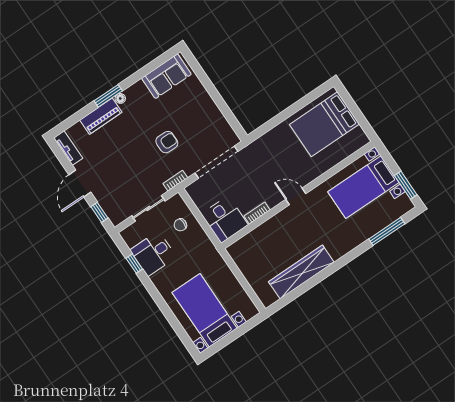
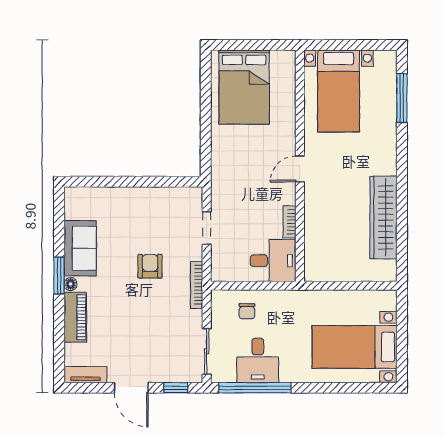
sofa: (166, 76) -> (80, 248), moved
window: (108, 96) -> (59, 276), moved
doorway: (216, 162) -> (207, 228), width x0.53
bookcase: (175, 181) -> (197, 285), width x1.56
window: (406, 185) -> (367, 45), removed
sliding door: (148, 208) -> (207, 351), moved
window: (134, 264) -> (255, 388), width x3.17

